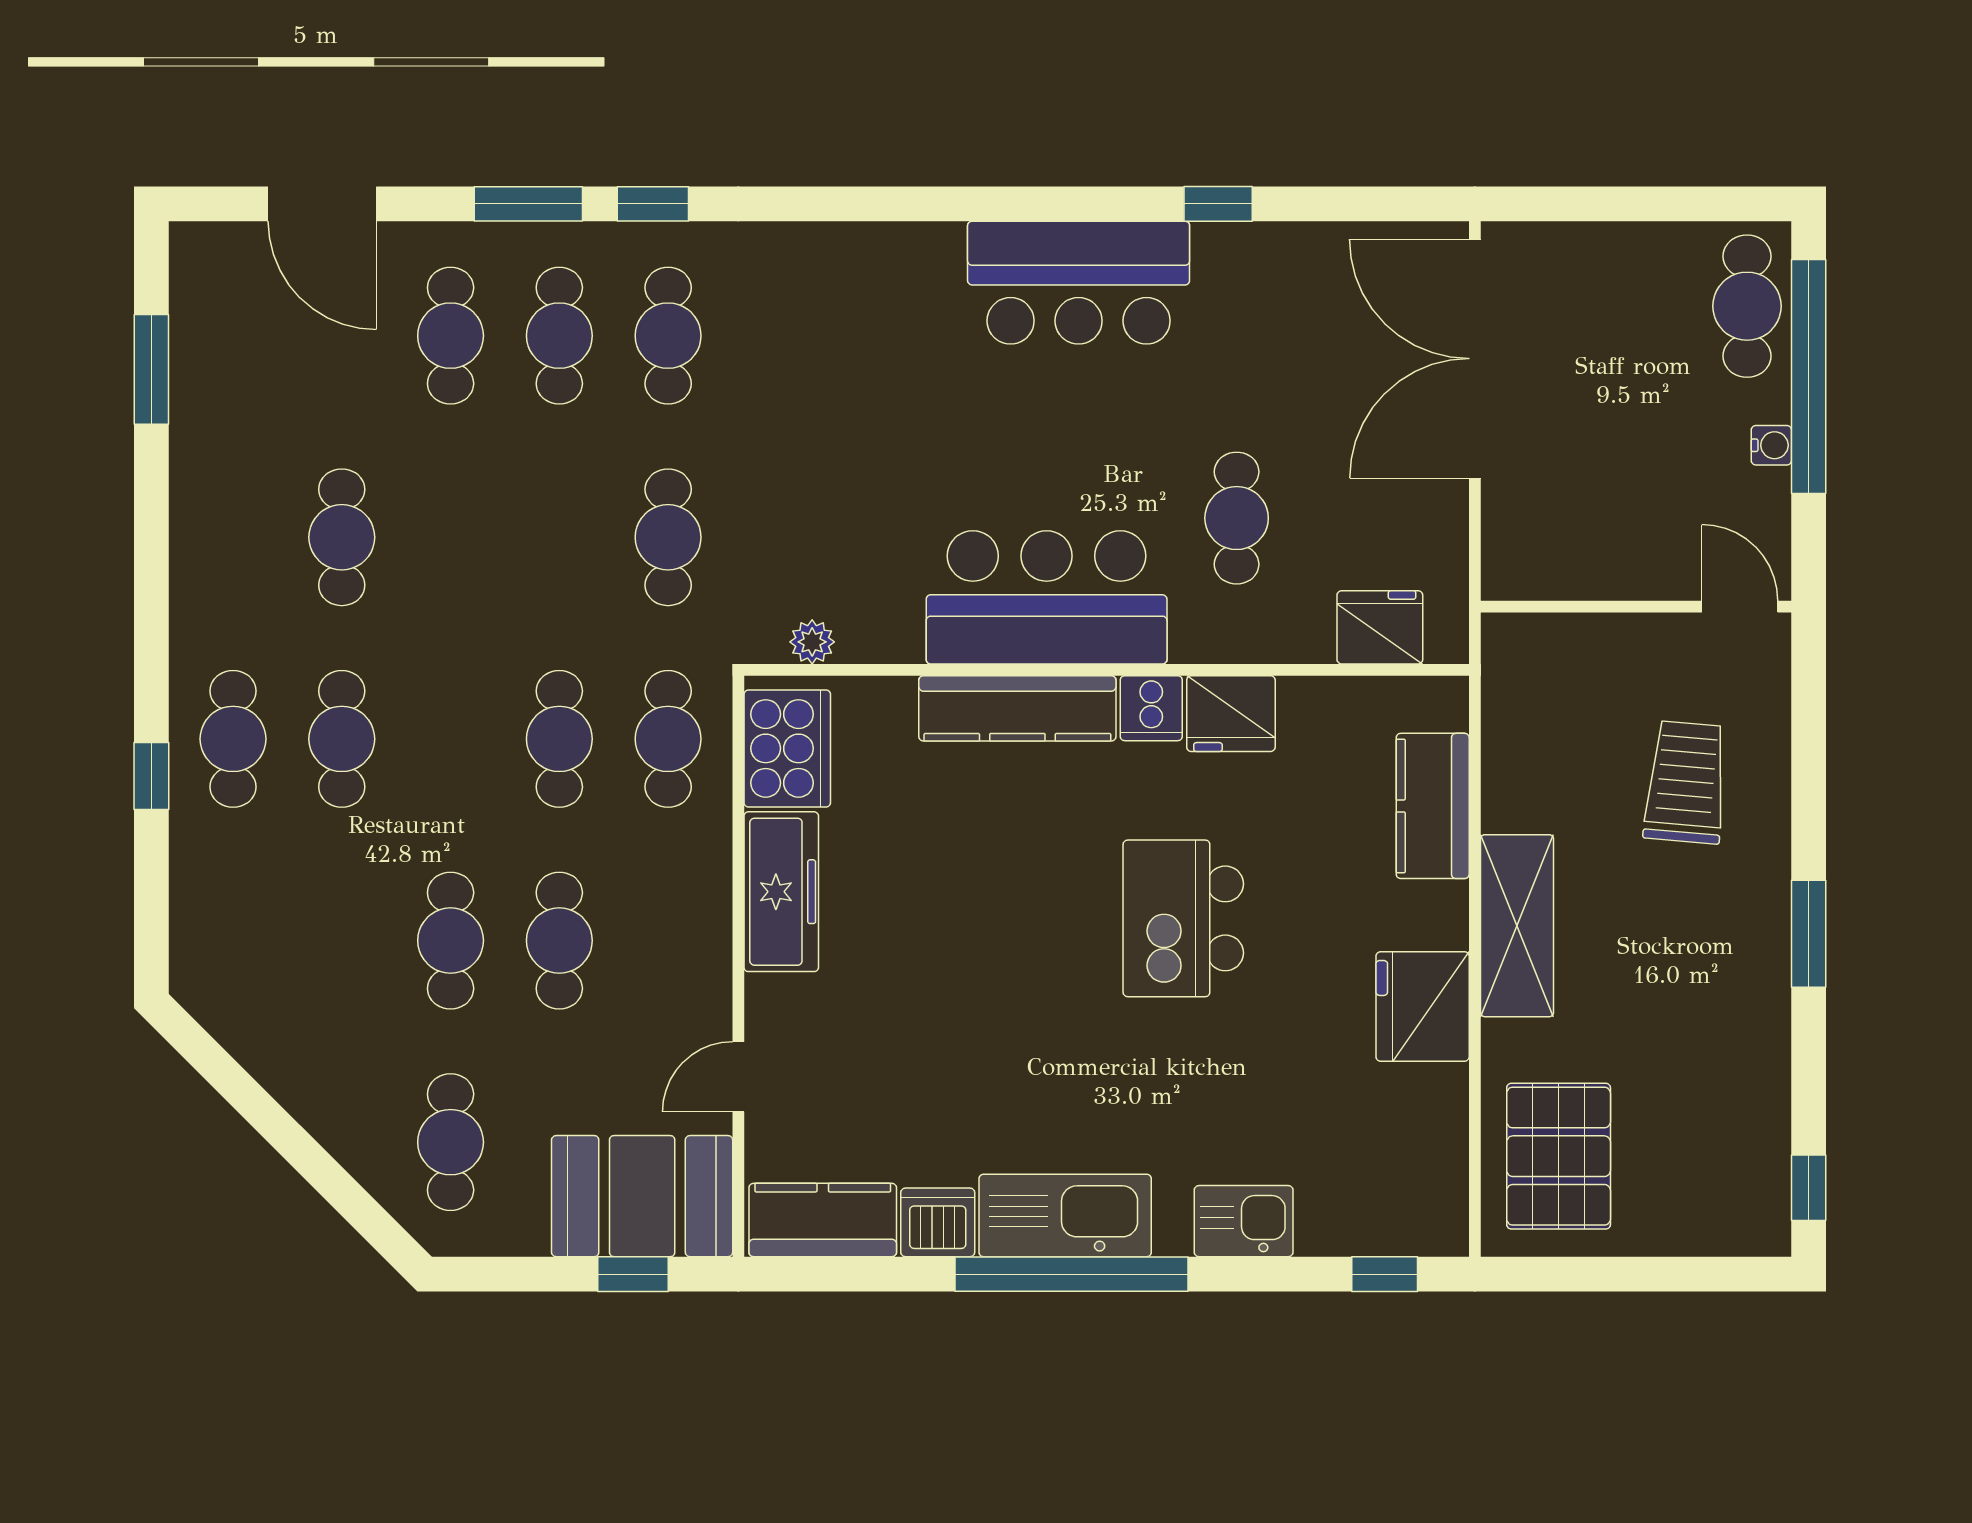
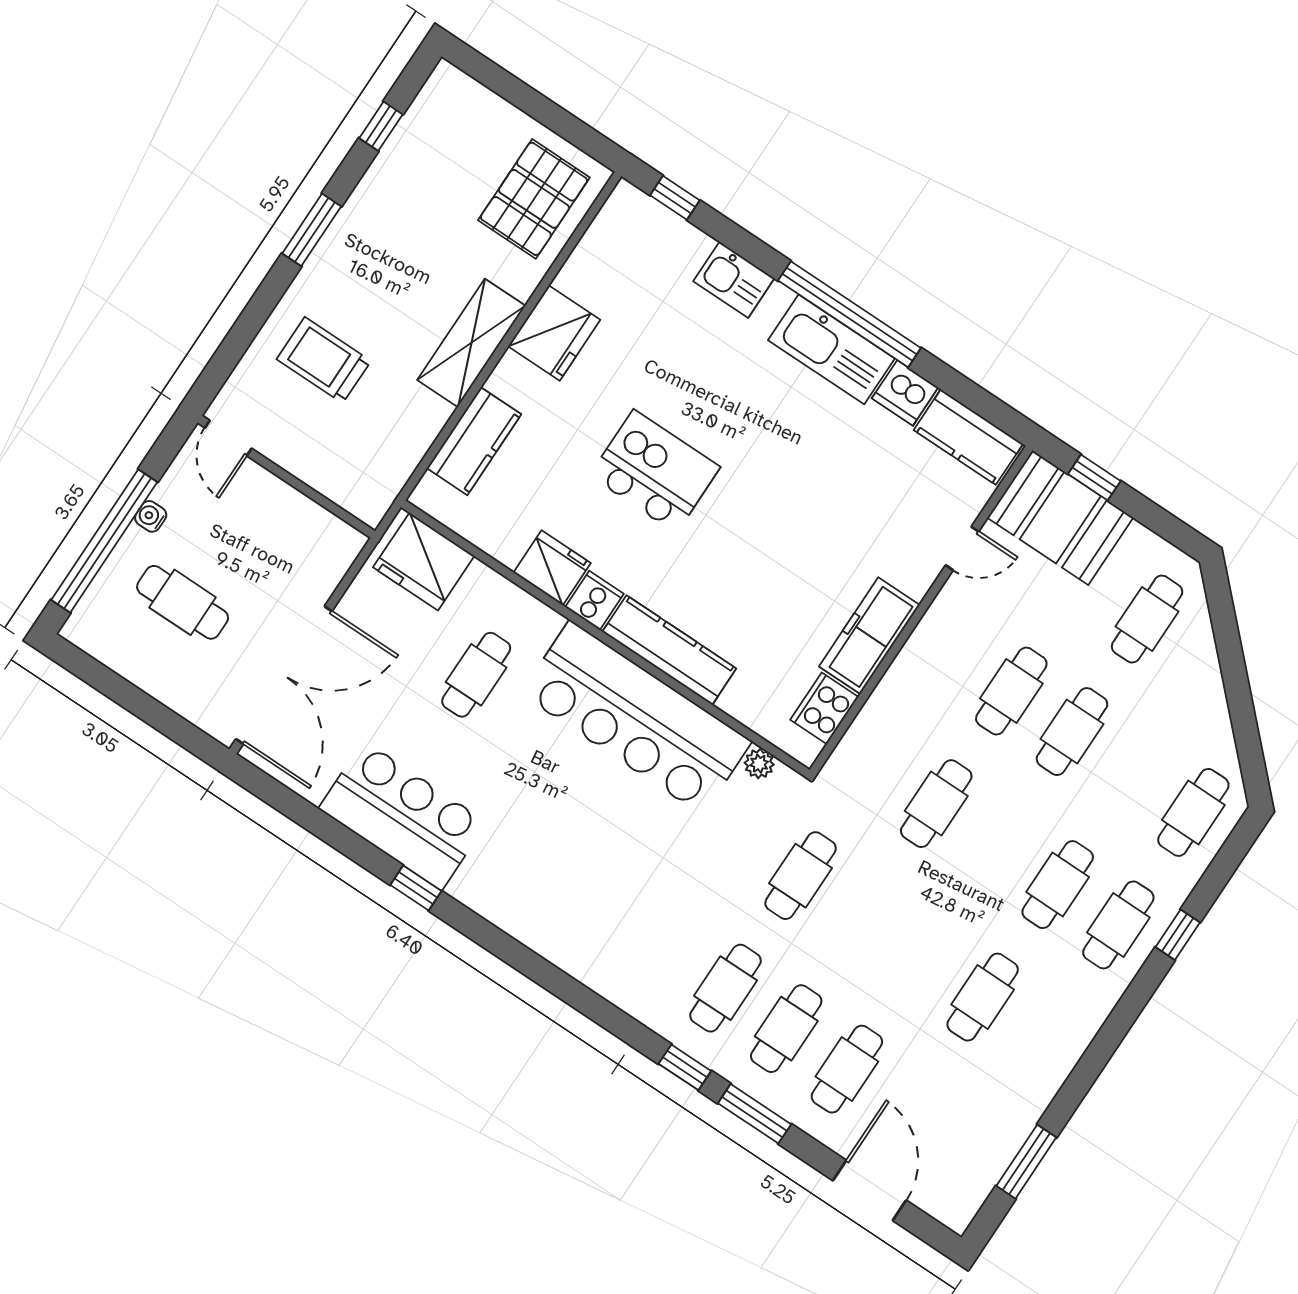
window: (1218, 204) -> (416, 888), moved
bar counter: (1079, 283) -> (403, 815), moved
cafe table: (1747, 306) -> (183, 602), moved, turned 90
bar counter: (1047, 597) -> (636, 718), width x1.36
fridge: (1380, 627) -> (424, 562), width x1.36, depth x1.34
cafe table: (668, 739) -> (1193, 812), moved
cooker: (787, 748) -> (824, 708), width x0.73, depth x0.76
trolley: (1686, 782) -> (324, 360), turned 85
kitchen island: (1183, 918) -> (655, 471), turned -90
window: (1809, 1188) -> (381, 126), moved

